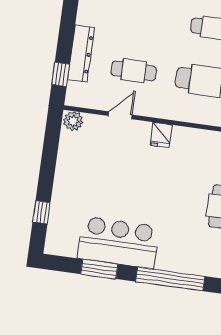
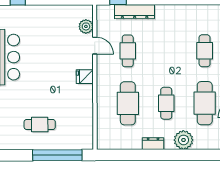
plant: (73, 121) -> (86, 26), moved

